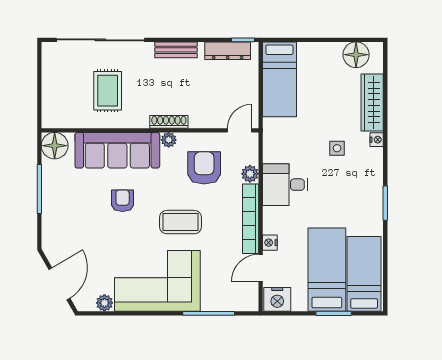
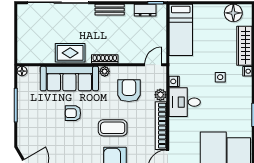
dresser: (228, 51) -> (145, 10), width x0.70
rug: (108, 91) -> (70, 53), moved, turned 90
floor lamp: (55, 146) -> (22, 71), width x0.53, depth x0.53
armchair: (123, 201) -> (73, 113), turned -90
nightstand: (270, 243) -> (174, 81), moved

